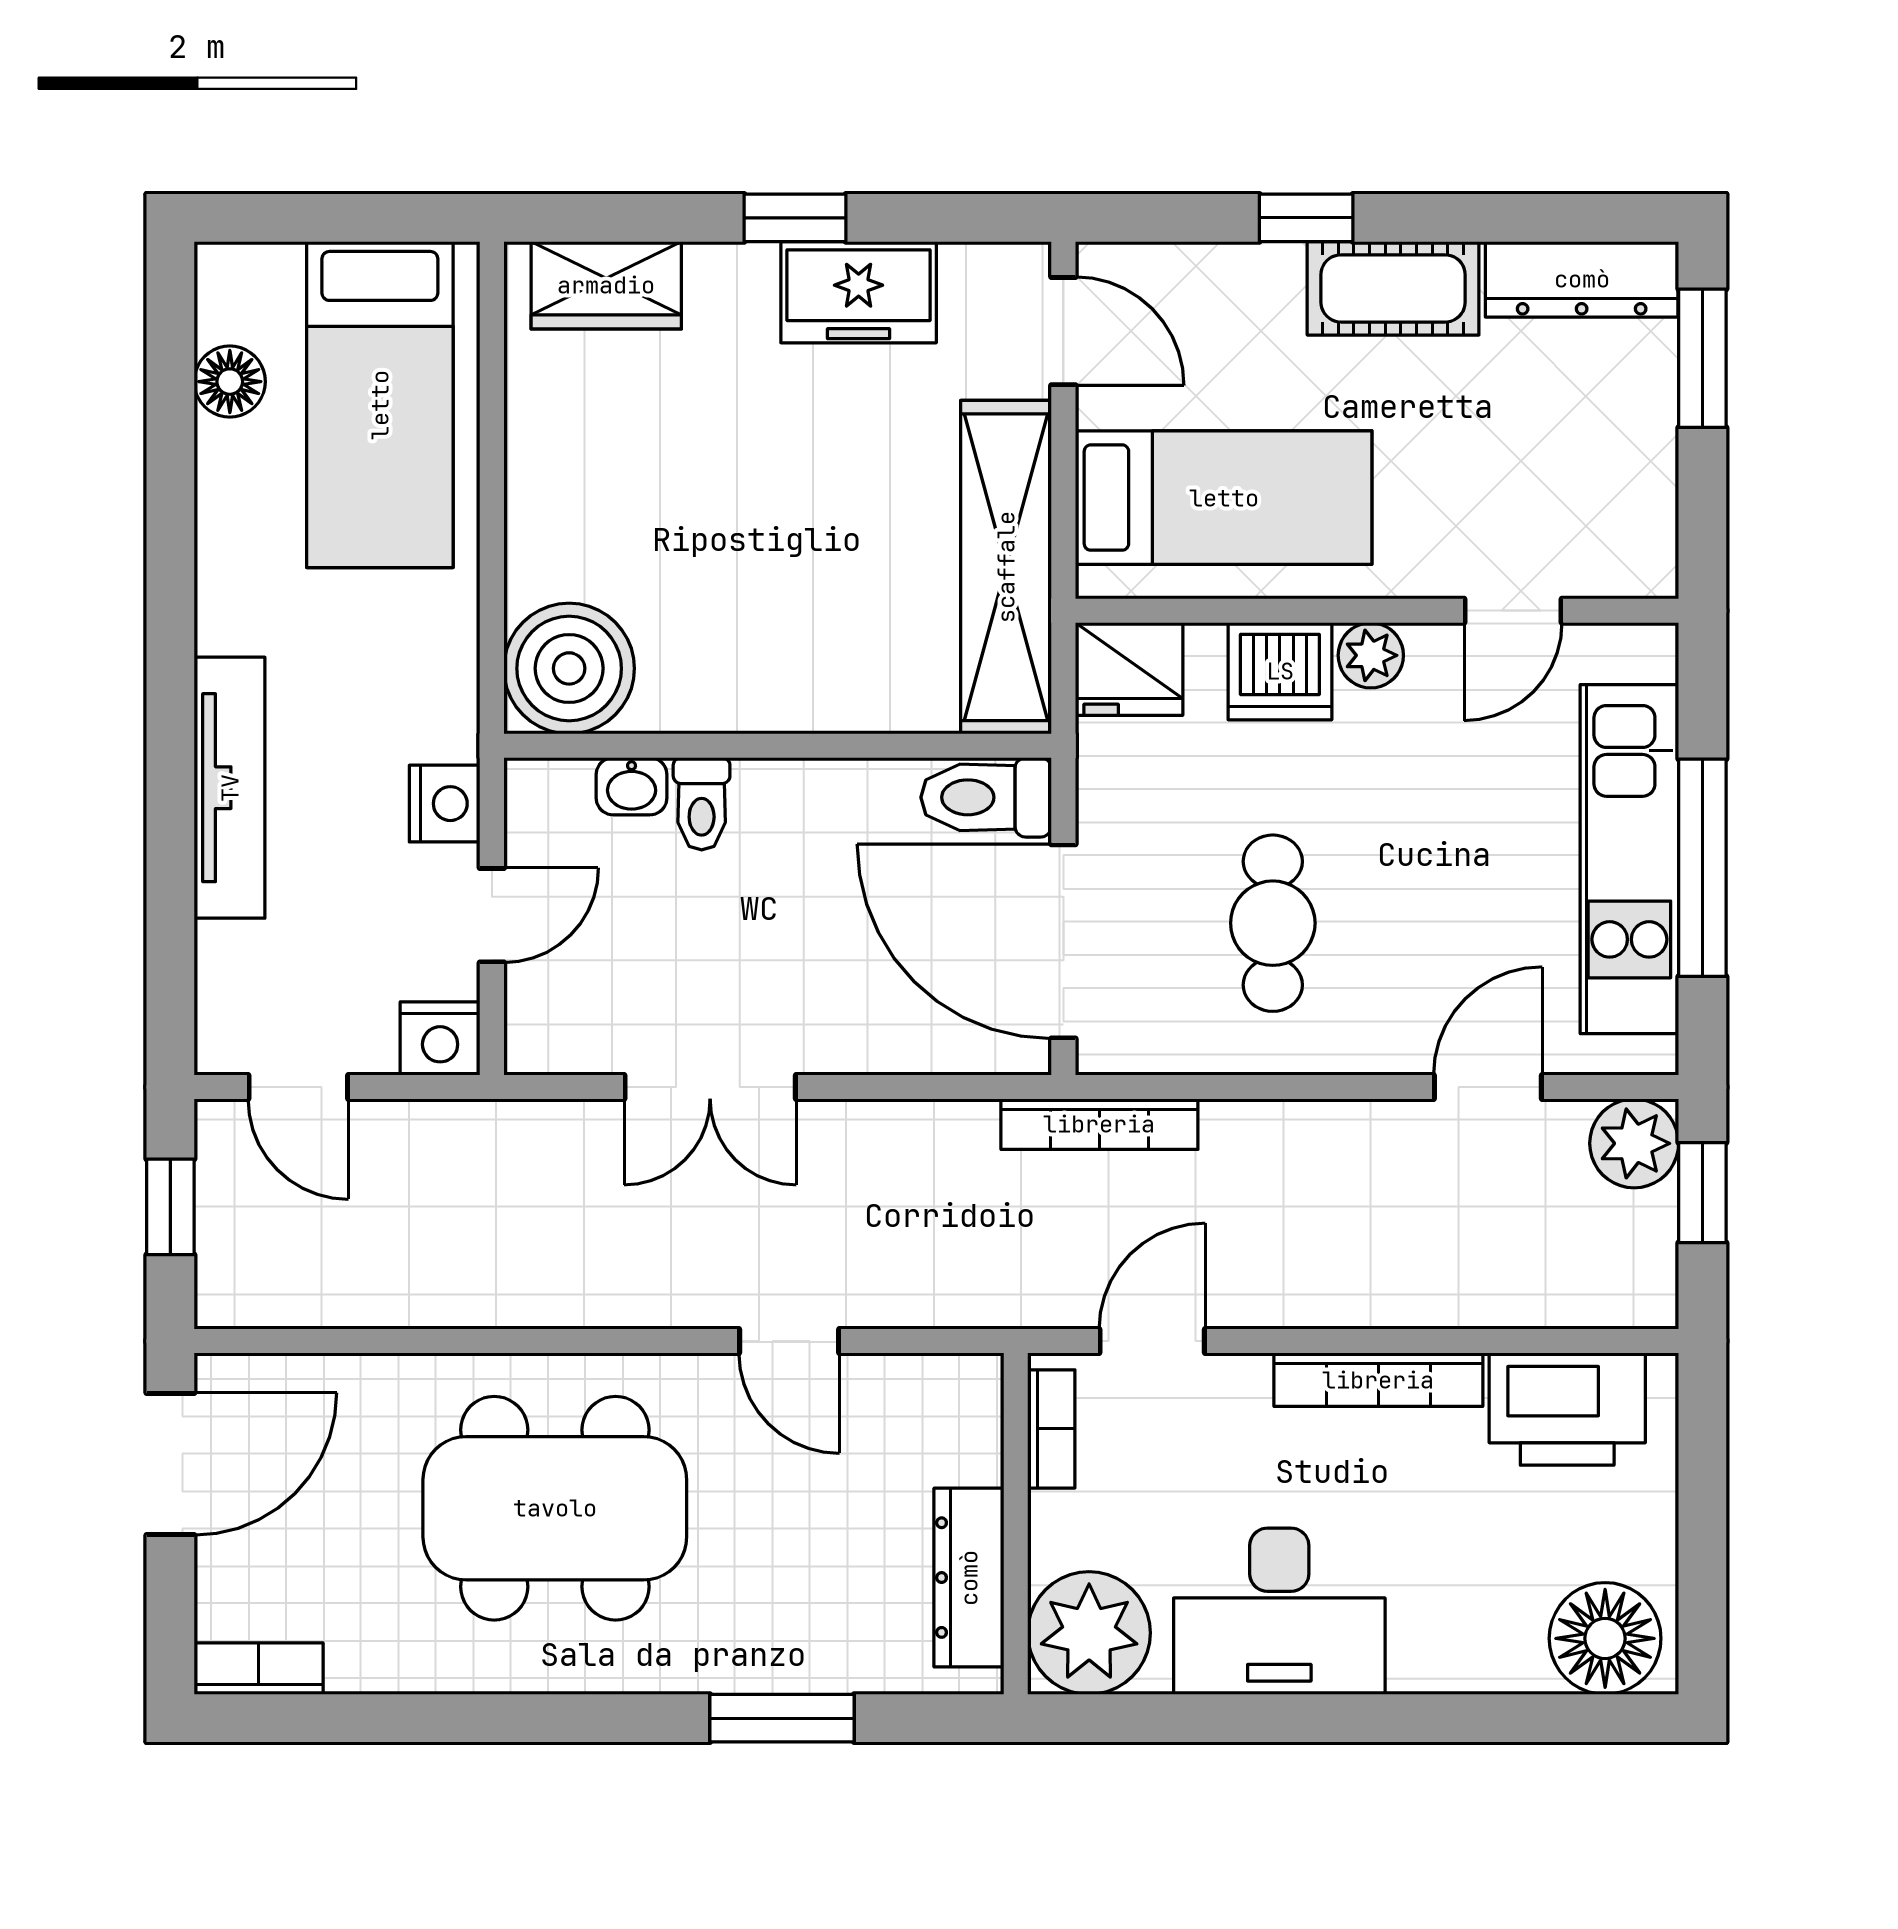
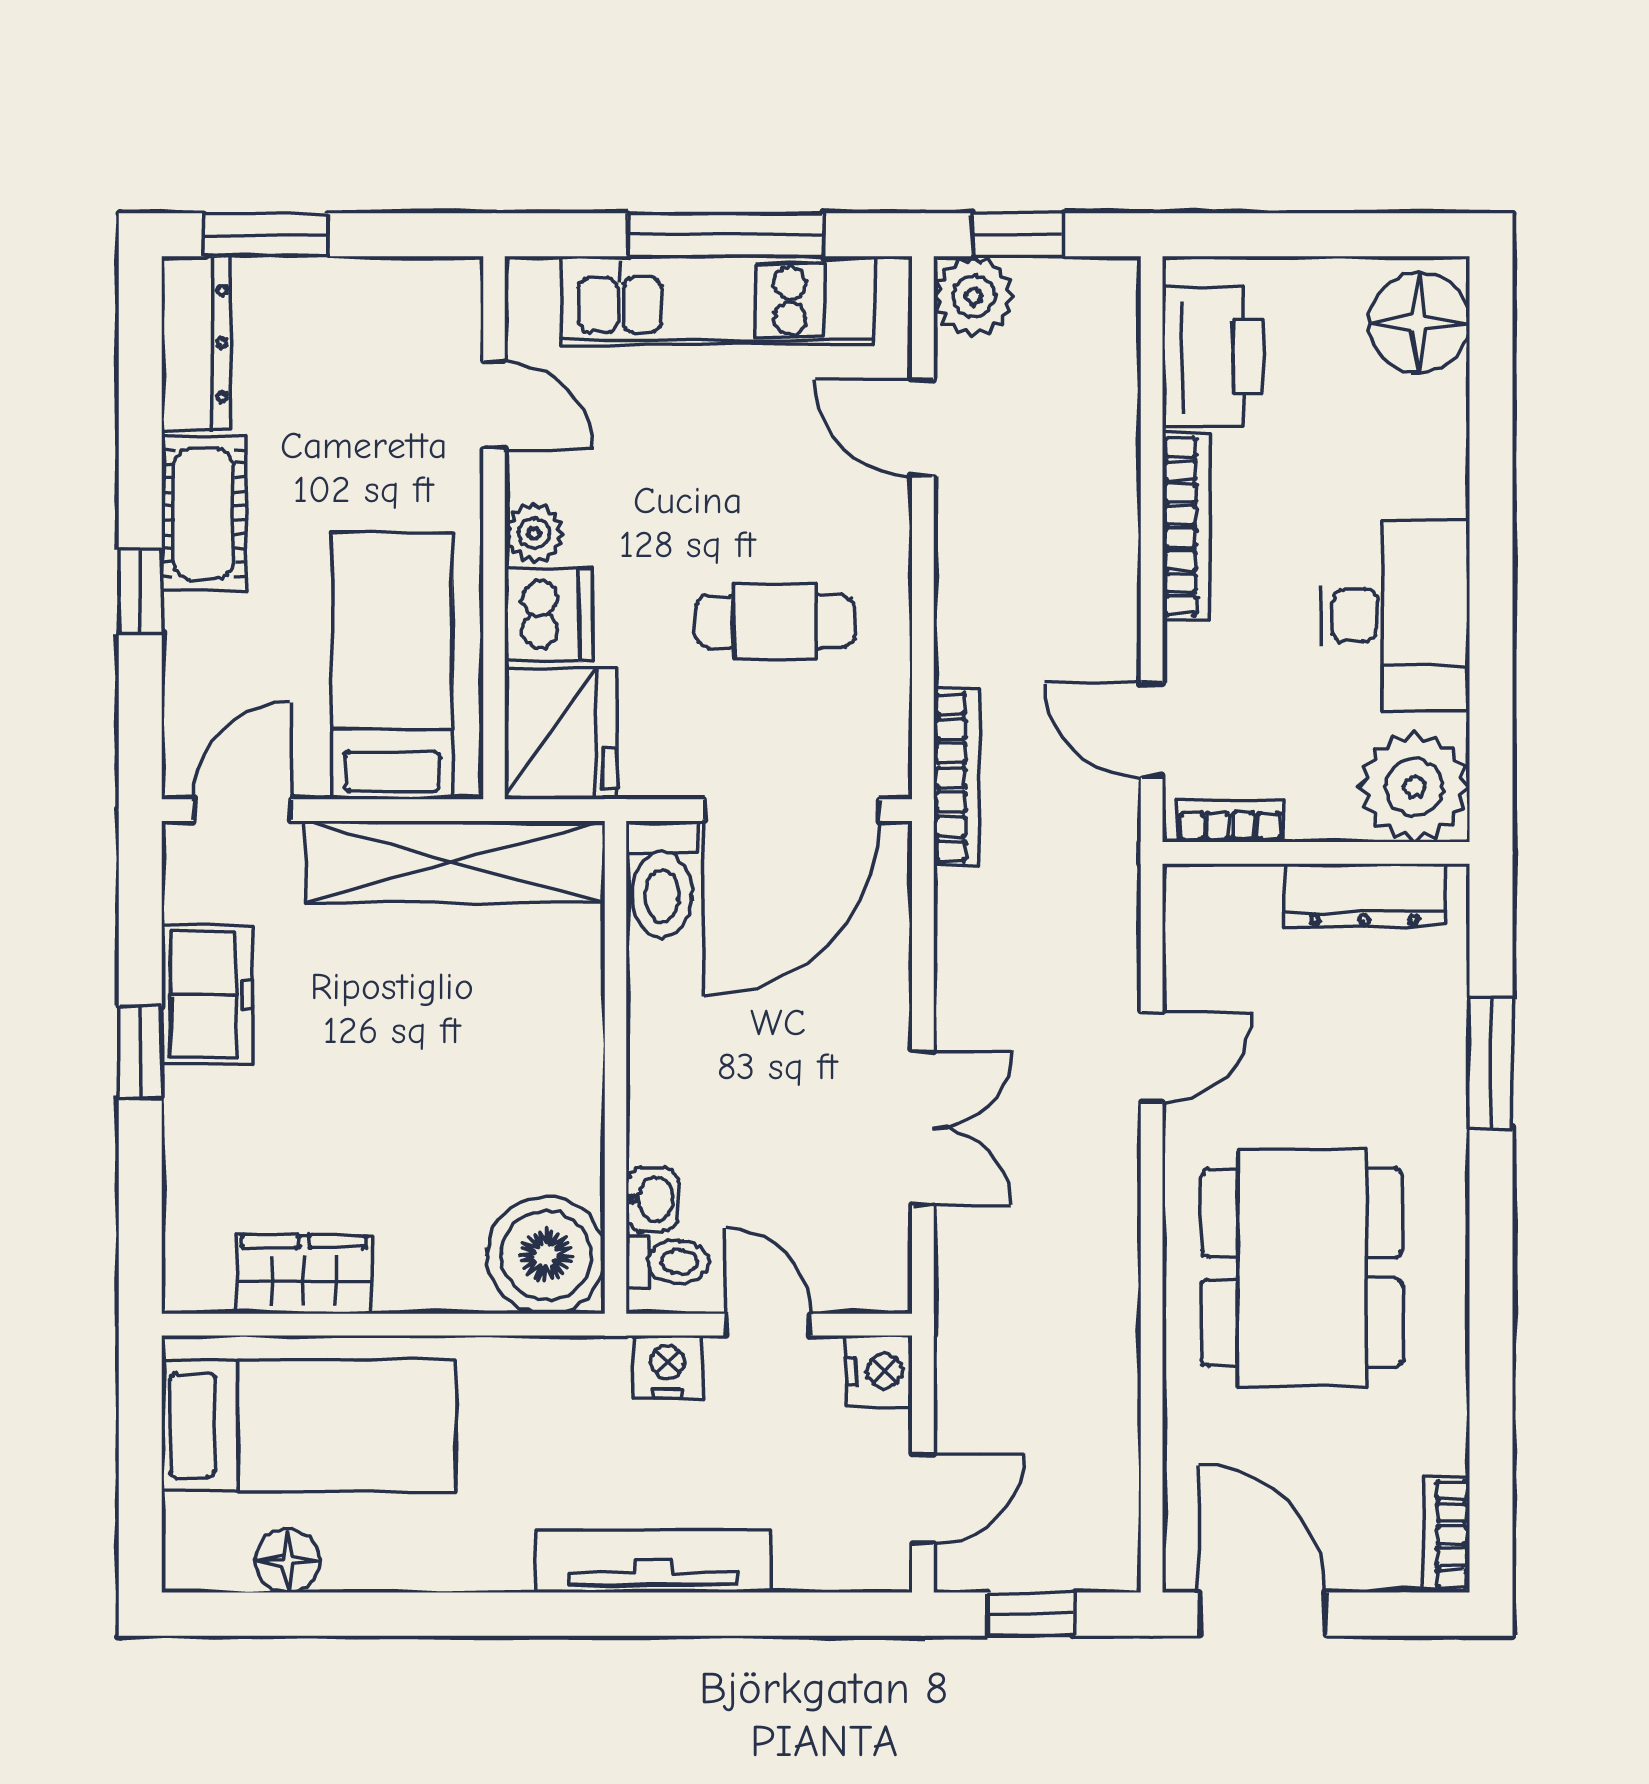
wardrobe: (606, 285) -> (304, 1275), moved, turned -90
fridge: (1129, 669) -> (561, 733), width x1.36, depth x1.34
toilet: (702, 804) -> (668, 1262), moved

